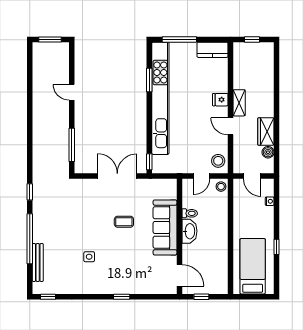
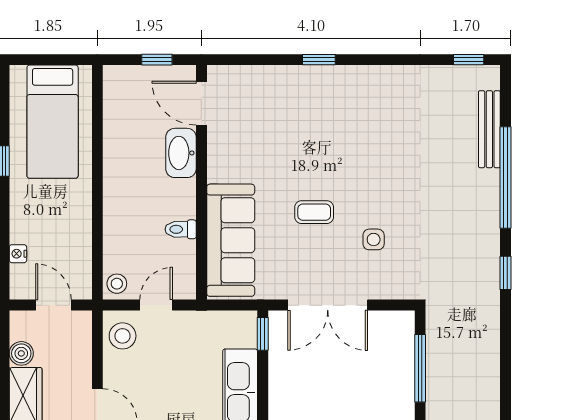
sofa: (165, 227) -> (231, 240), moved
washbasin: (189, 231) -> (181, 153), moved
side table: (89, 257) -> (374, 239), moved

